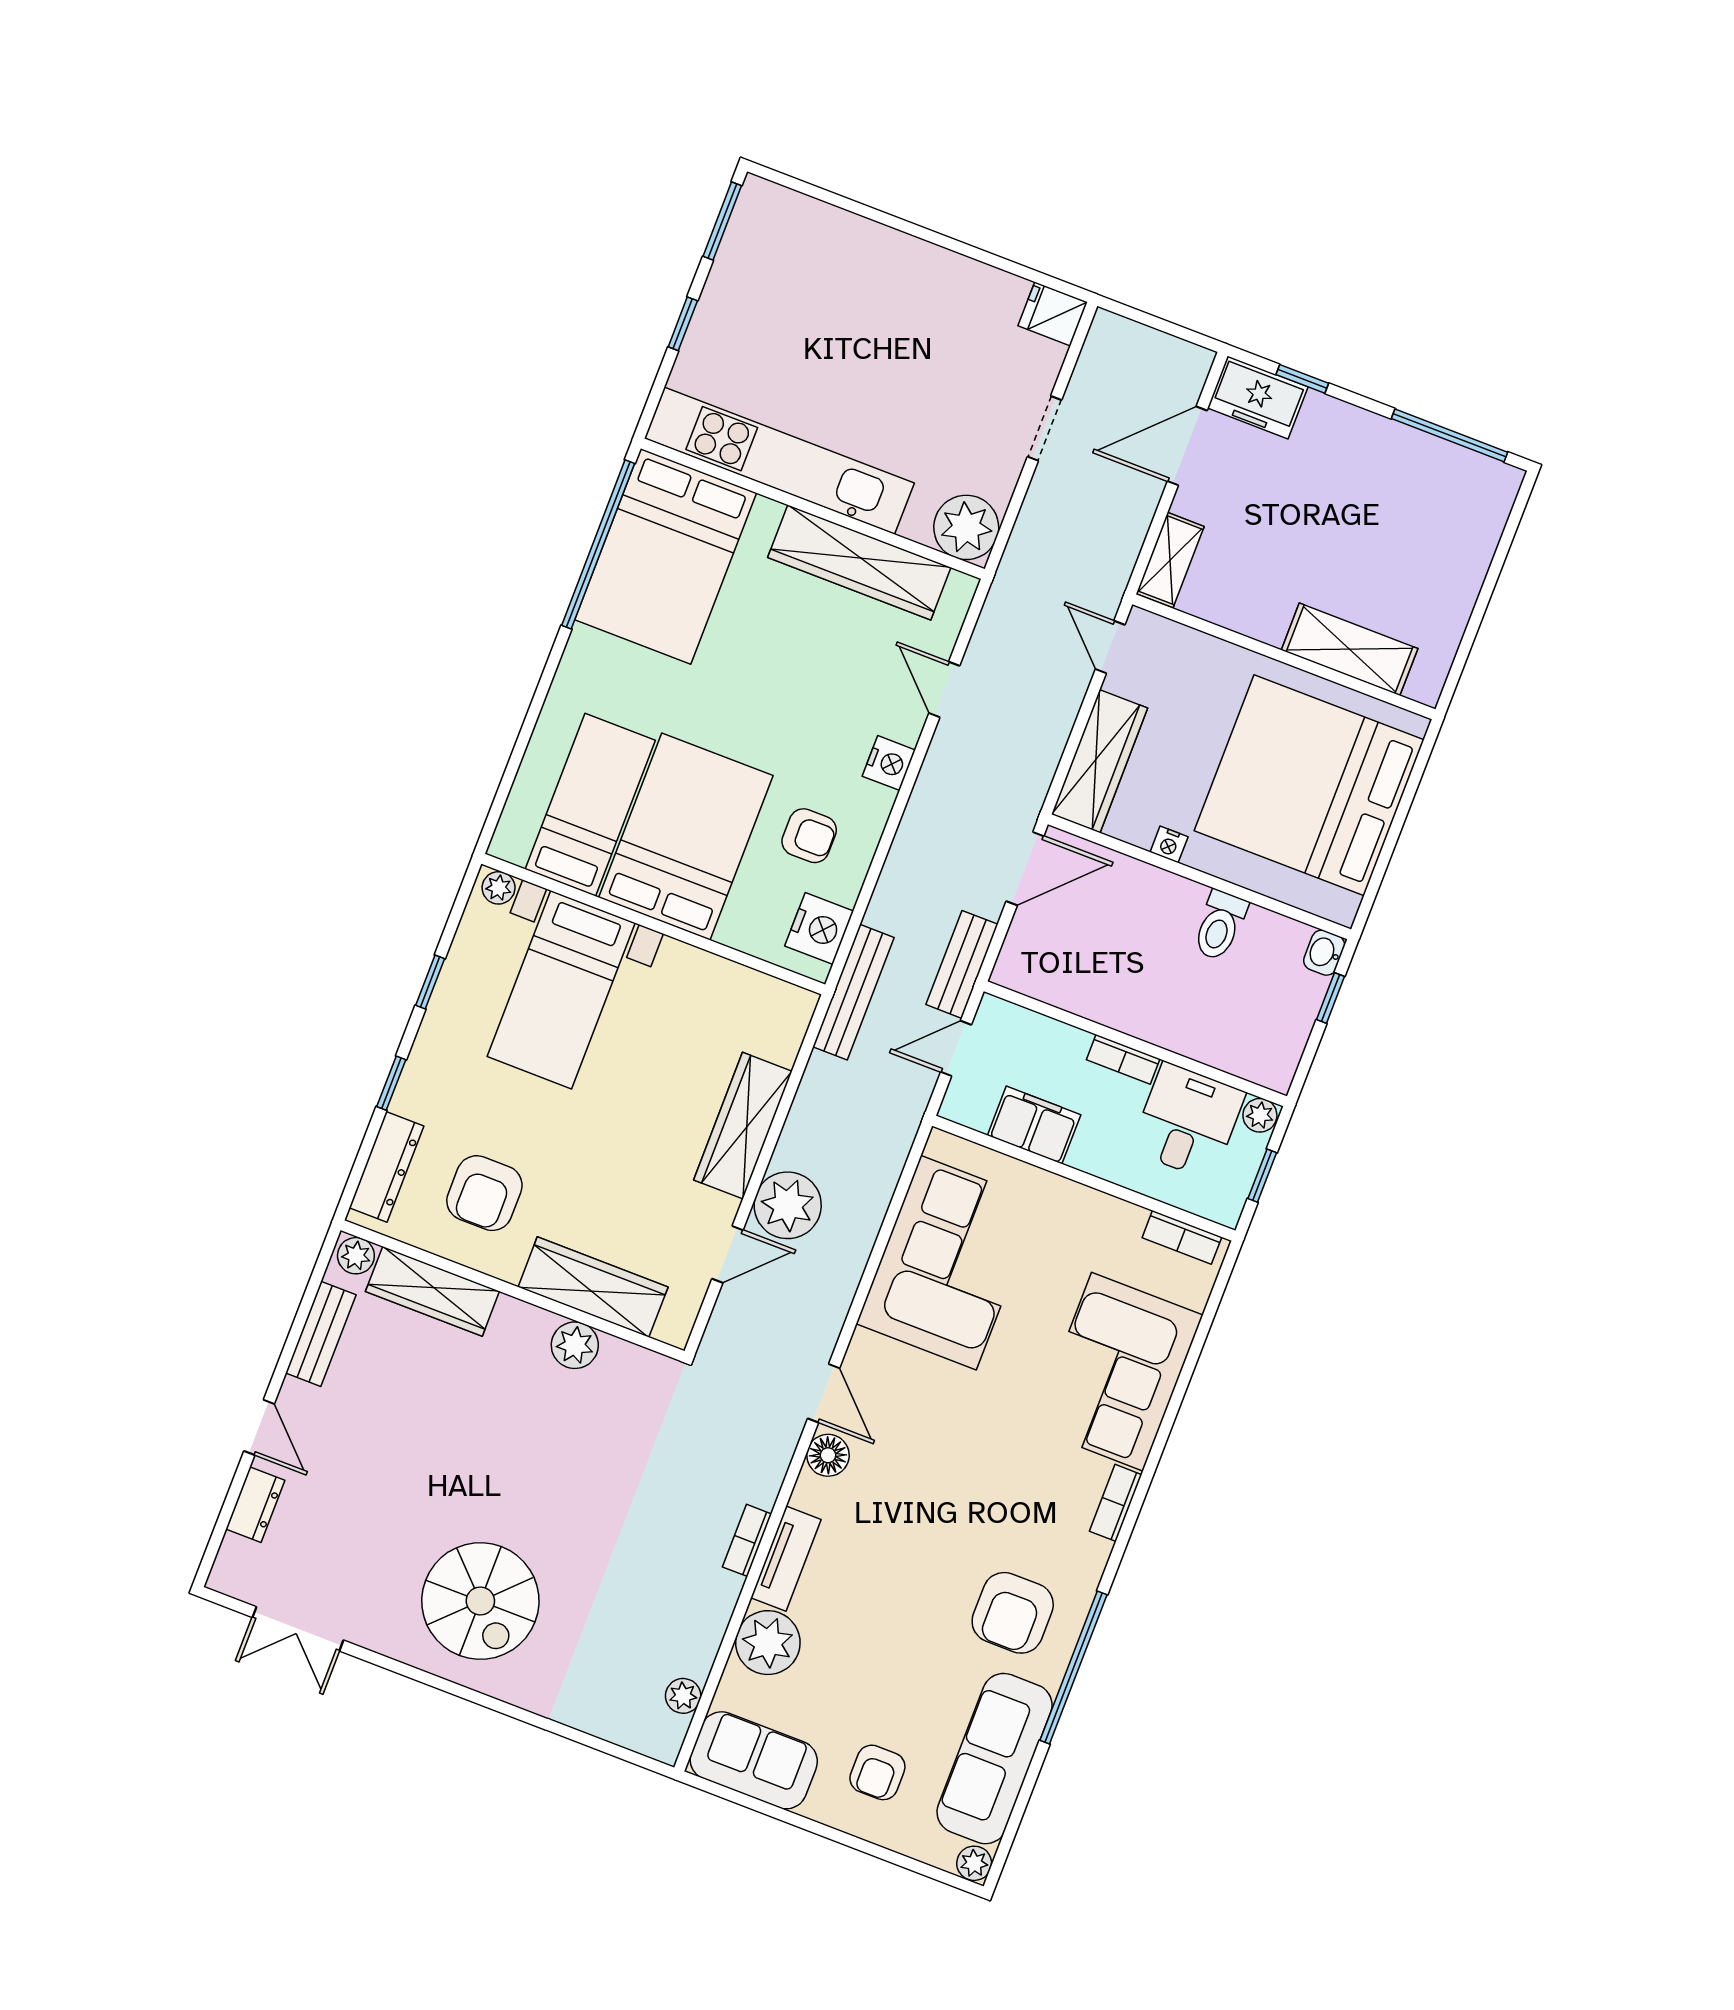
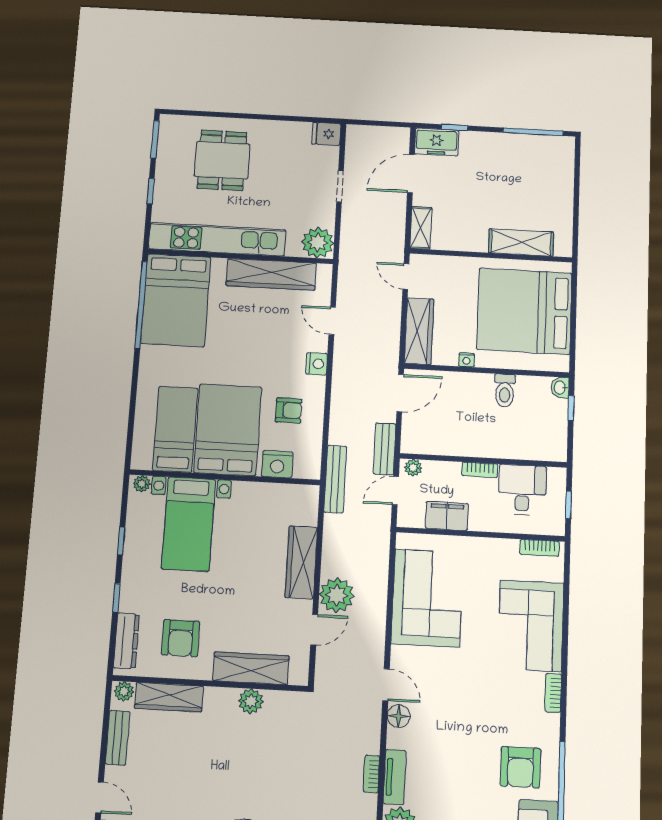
dining table: (837, 304) -> (222, 160), added
nightstand: (819, 928) -> (277, 464), moved, turned 90
plant: (1260, 1115) -> (413, 468), moved

